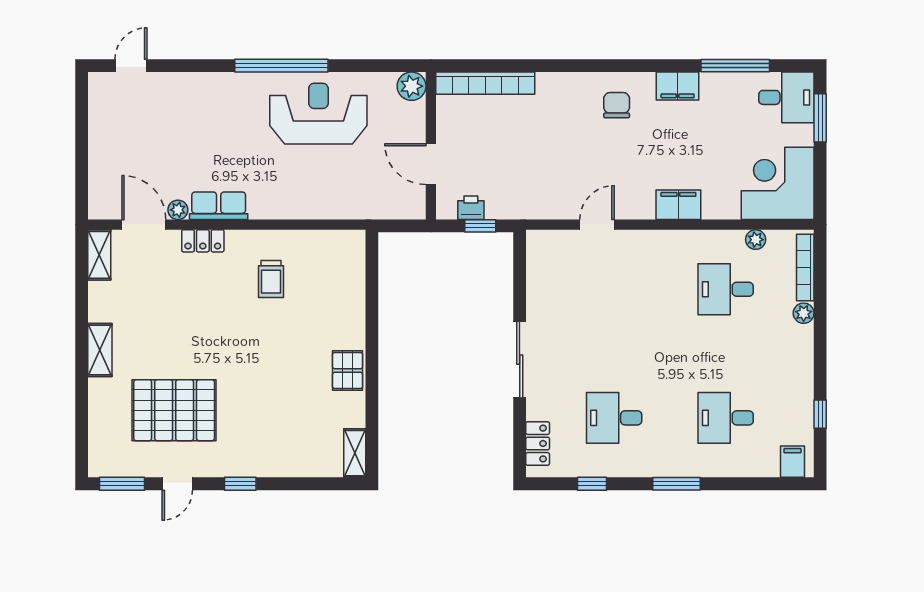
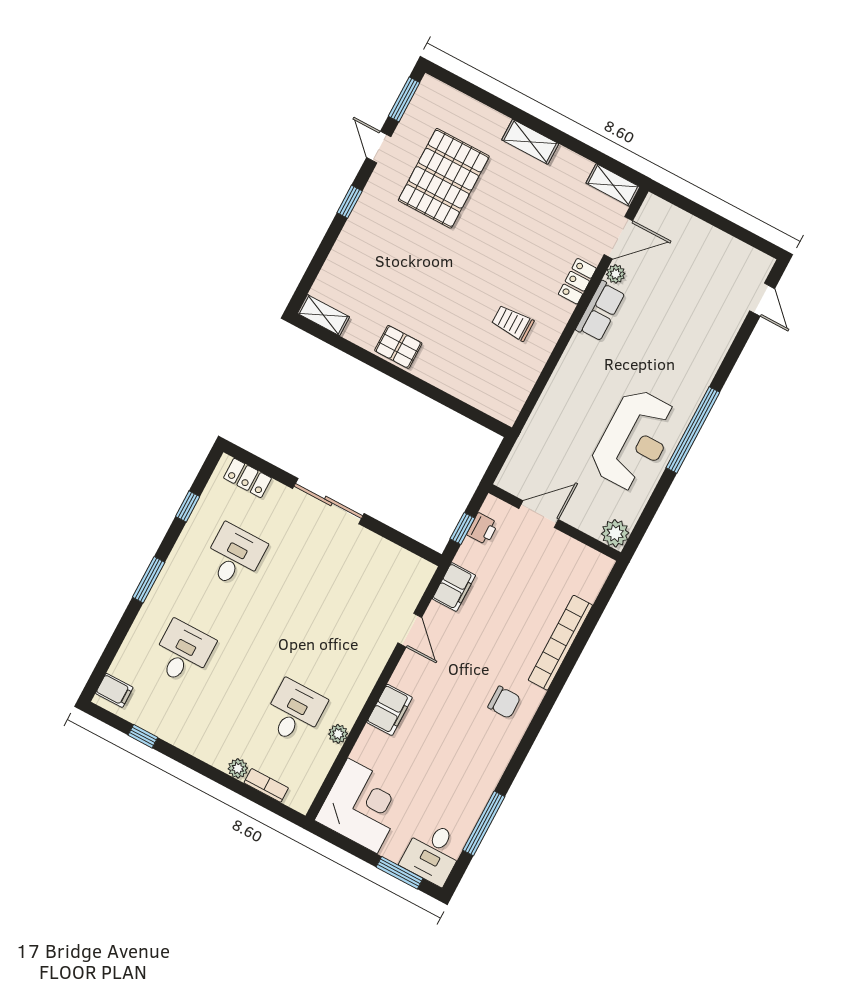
bookcase: (485, 83) -> (560, 643), moved
filing cabinet: (678, 86) -> (454, 587), moved, turned 180
plant: (756, 240) -> (338, 734), moved
bookcase: (805, 268) -> (266, 785), width x0.64

